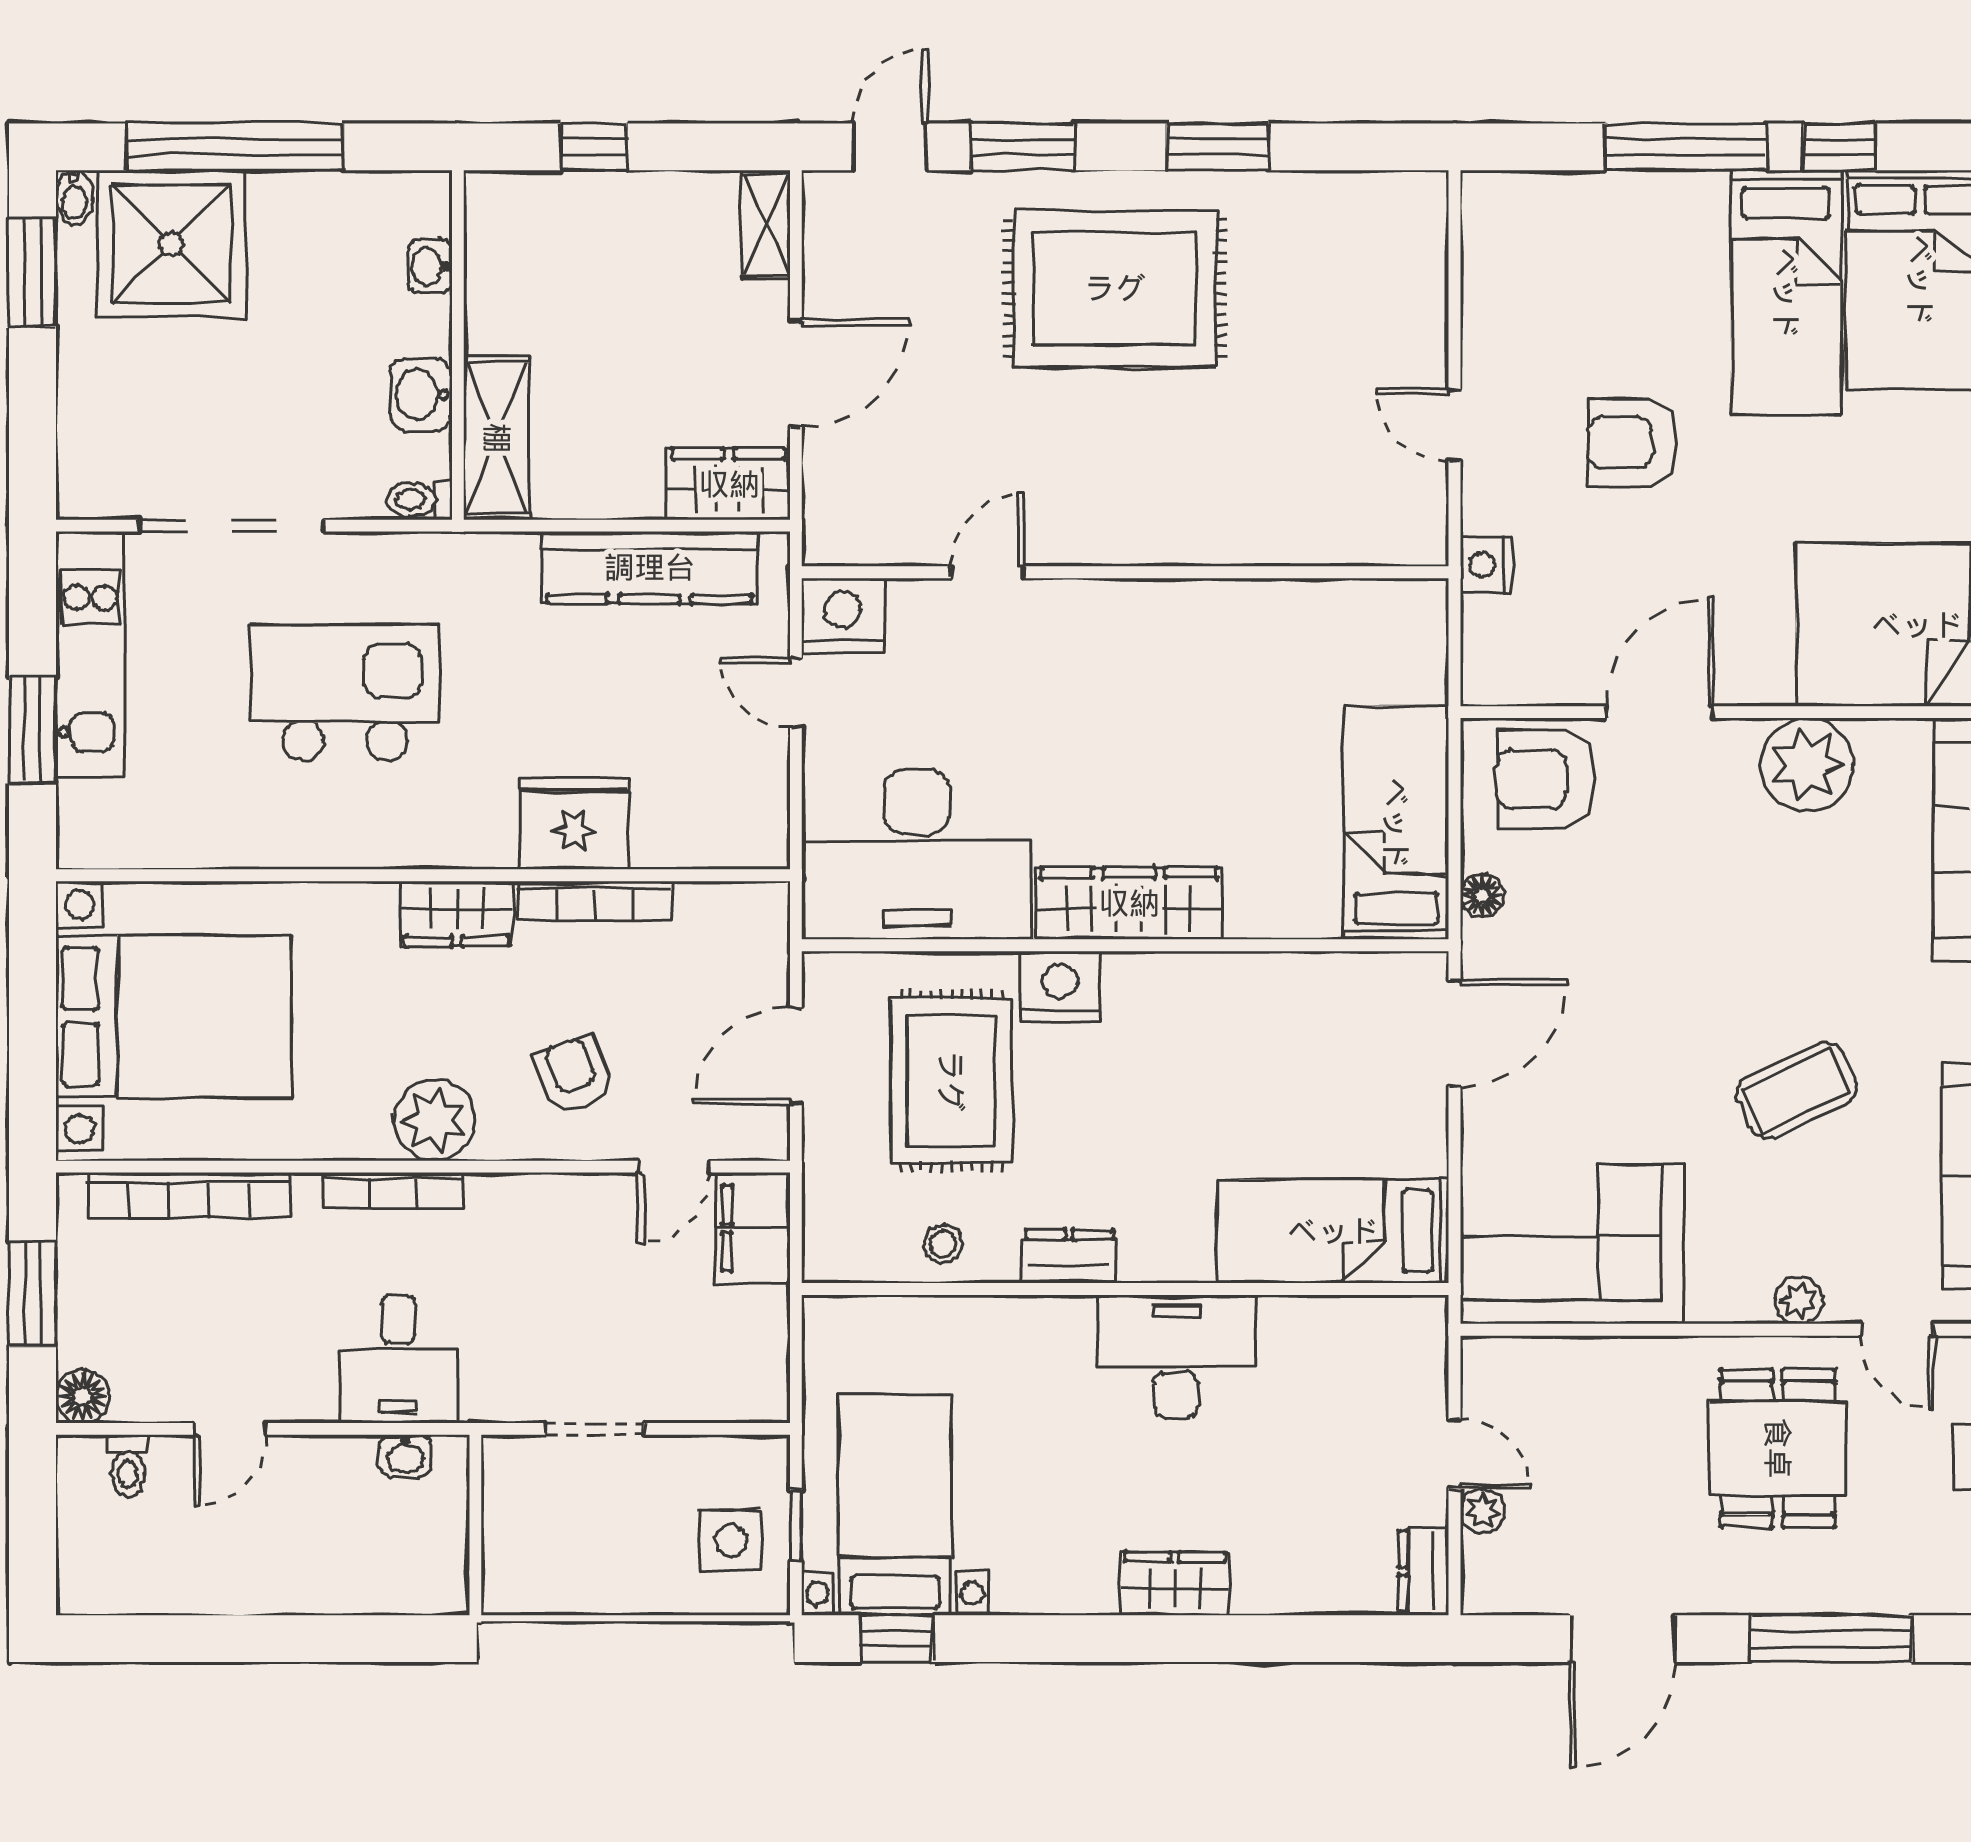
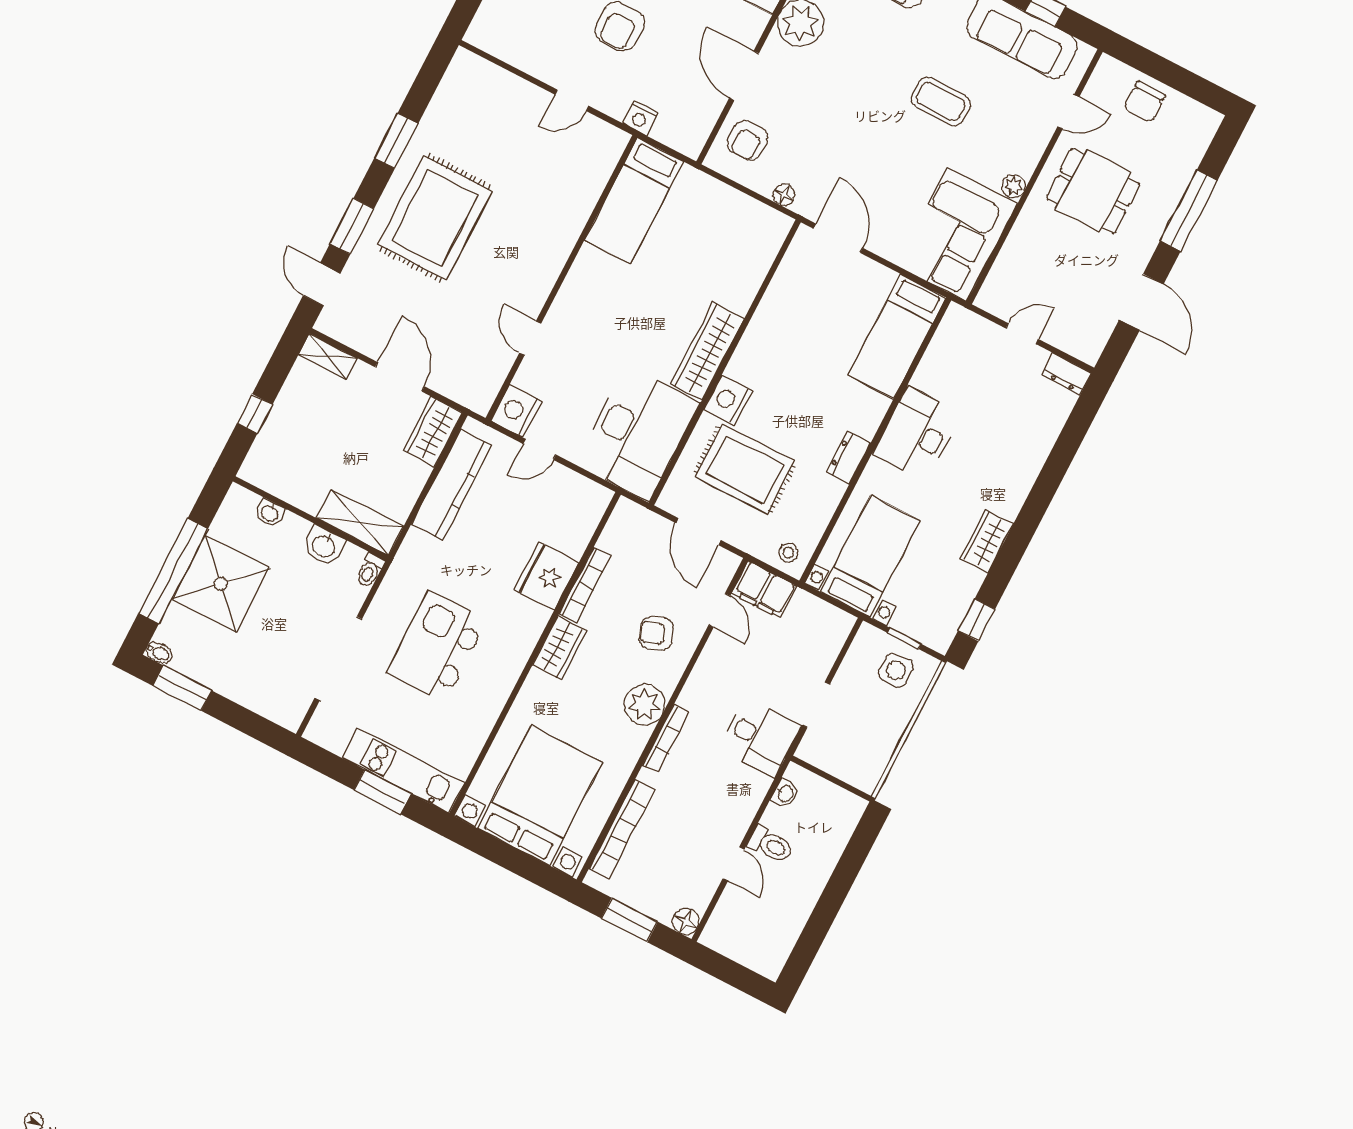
shower: (171, 244) -> (221, 584), moved
kitchen unit: (90, 654) -> (403, 771), moved
armchair: (1546, 779) -> (748, 141), width x0.72, depth x0.72
bed: (1396, 823) -> (634, 201), moved, turned -90
coffee table: (1796, 1090) -> (941, 102), turned -65
stool: (943, 1244) -> (789, 553), moved
plant: (1799, 1300) -> (1013, 186), moved
desk: (398, 1359) -> (760, 738), moved
toilet: (128, 1466) -> (771, 845), moved, width x1.37, depth x1.39
bed with nightstands: (895, 1505) -> (870, 556), moved, turned 90
plant: (1482, 1511) -> (1054, 334), removed
wardrobe: (1175, 1584) -> (987, 541), moved

